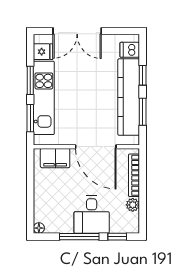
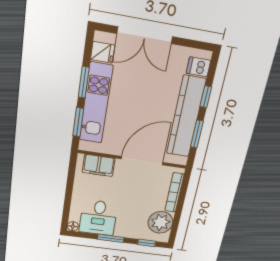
door: (96, 147) -> (142, 161), swing flipped
plant: (133, 205) -> (160, 222), width x1.88, depth x1.88
desk: (92, 215) -> (98, 218), moved
window: (79, 237) -> (111, 238), width x0.69

